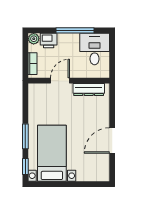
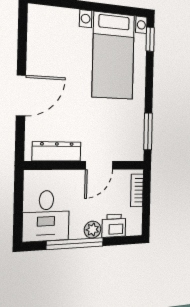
plant: (34, 39) -> (92, 230), moved
window: (25, 136) -> (148, 131), moved
door: (112, 140) -> (21, 95), moved

